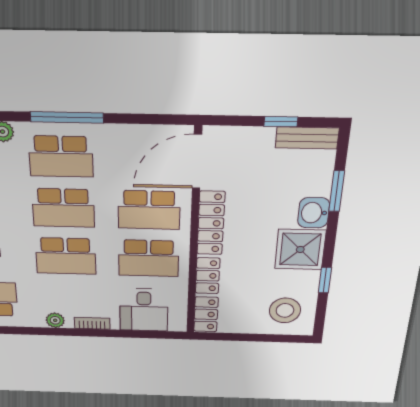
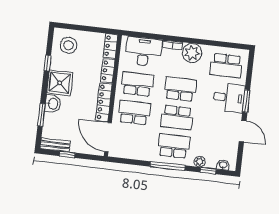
door: (197, 162) -> (108, 137), swing flipped
school desk: (63, 208) -> (177, 117), turned 180
desk: (144, 310) -> (143, 52), width x1.37
plant: (55, 320) -> (192, 53), width x1.88, depth x1.88

